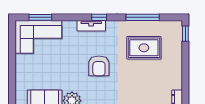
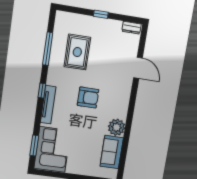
tv unit: (91, 26) -> (48, 105), width x1.41
window: (185, 34) -> (101, 14), moved

